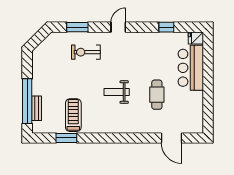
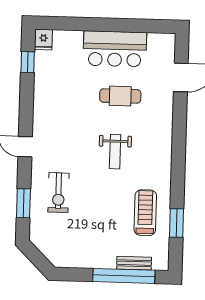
window: (166, 27) -> (28, 62), moved
bar counter: (191, 68) -> (115, 49), moved
treadmill: (73, 115) -> (145, 213), turned 90

